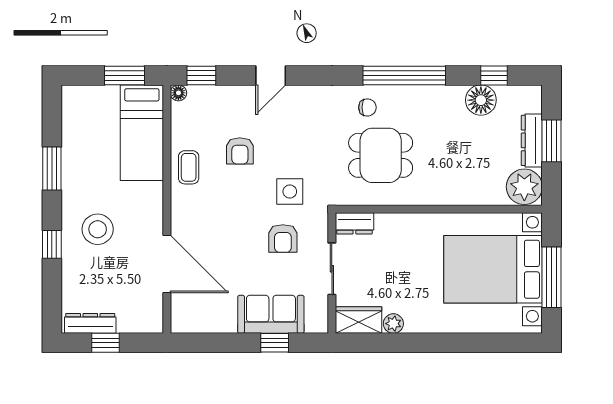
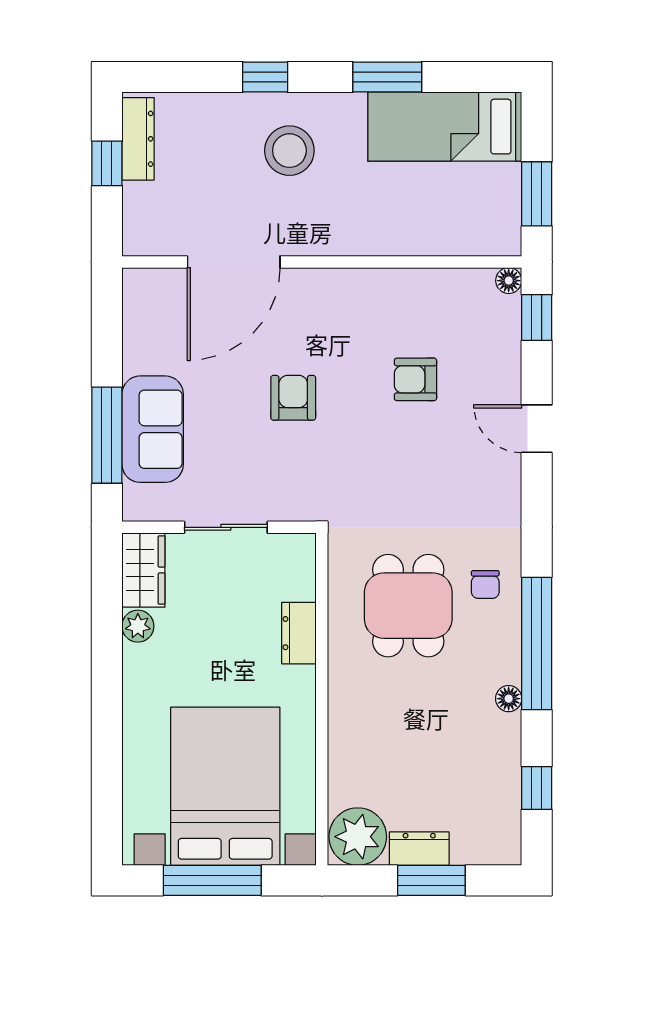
floor lamp: (481, 100) -> (509, 699), moved, width x0.53, depth x0.53
bed: (142, 133) -> (445, 127), moved
dresser: (532, 140) -> (419, 849), width x0.70
coffee table: (189, 167) -> (389, 297), removed
side table: (290, 191) -> (350, 460), removed
dresser: (354, 223) -> (299, 633), moved
armchair: (283, 238) -> (293, 398), moved, turned 90
window: (275, 343) -> (107, 435), width x2.17

